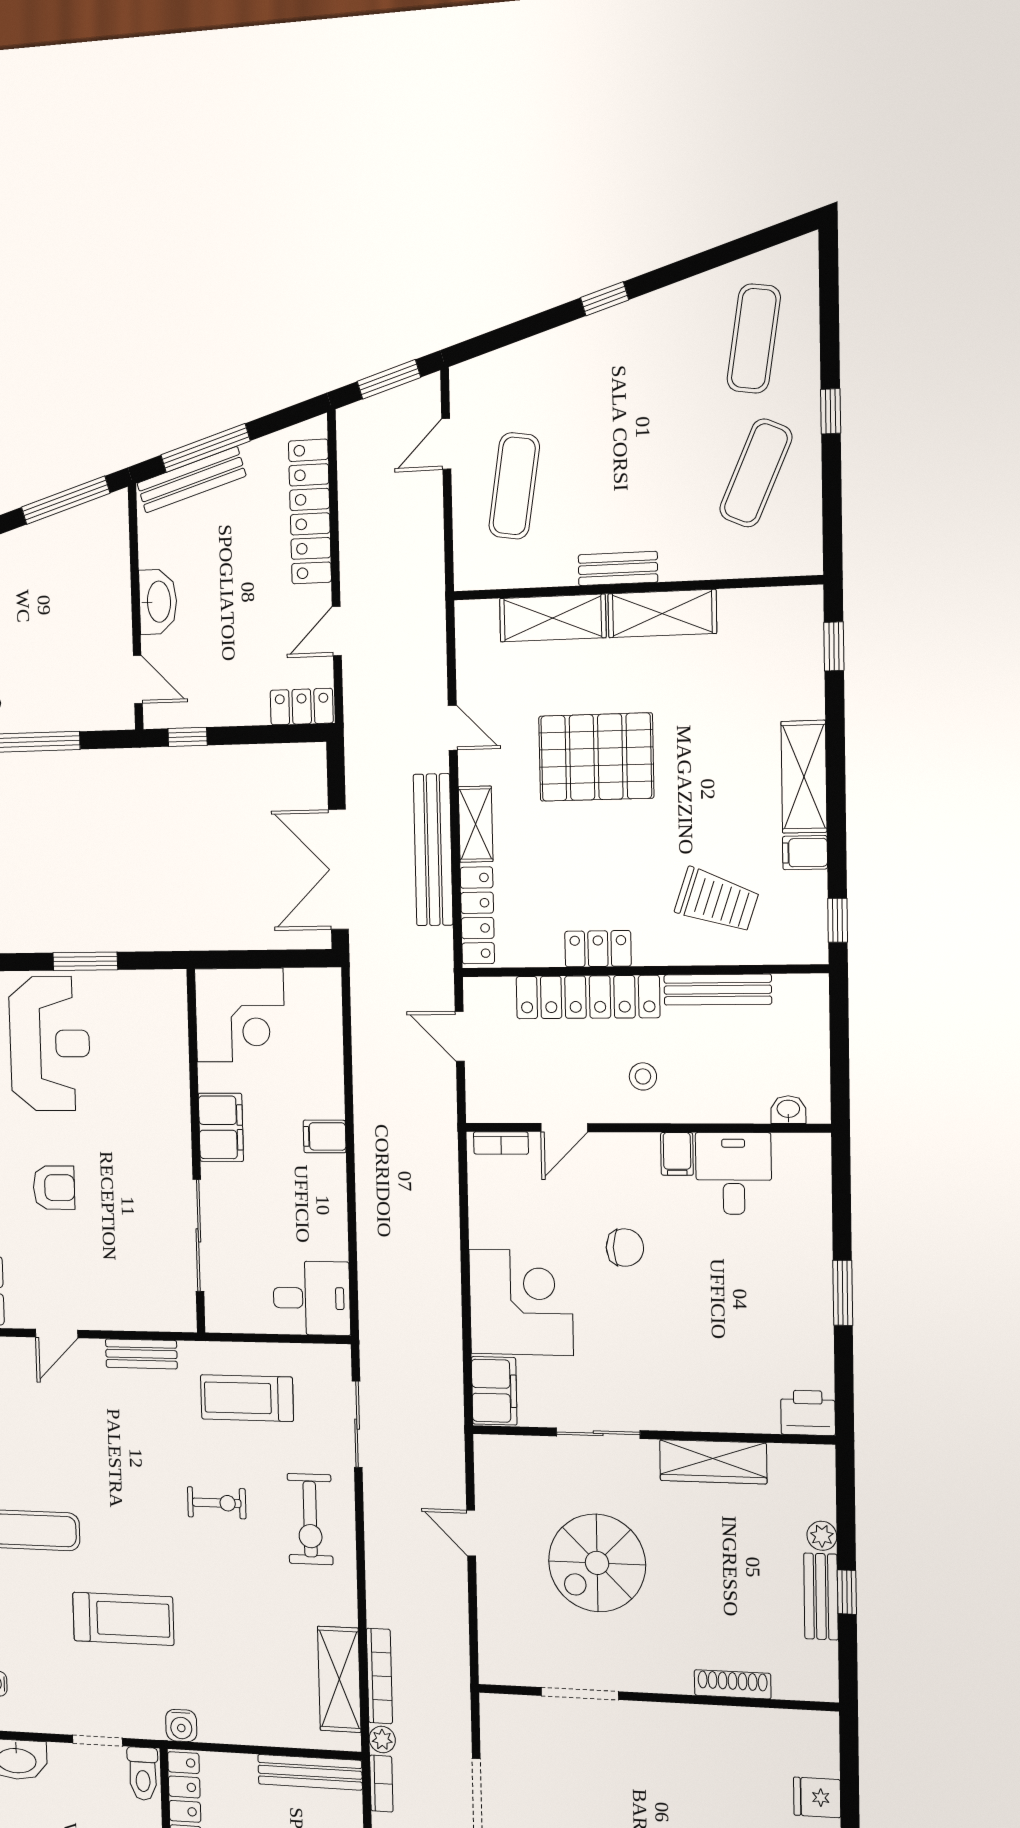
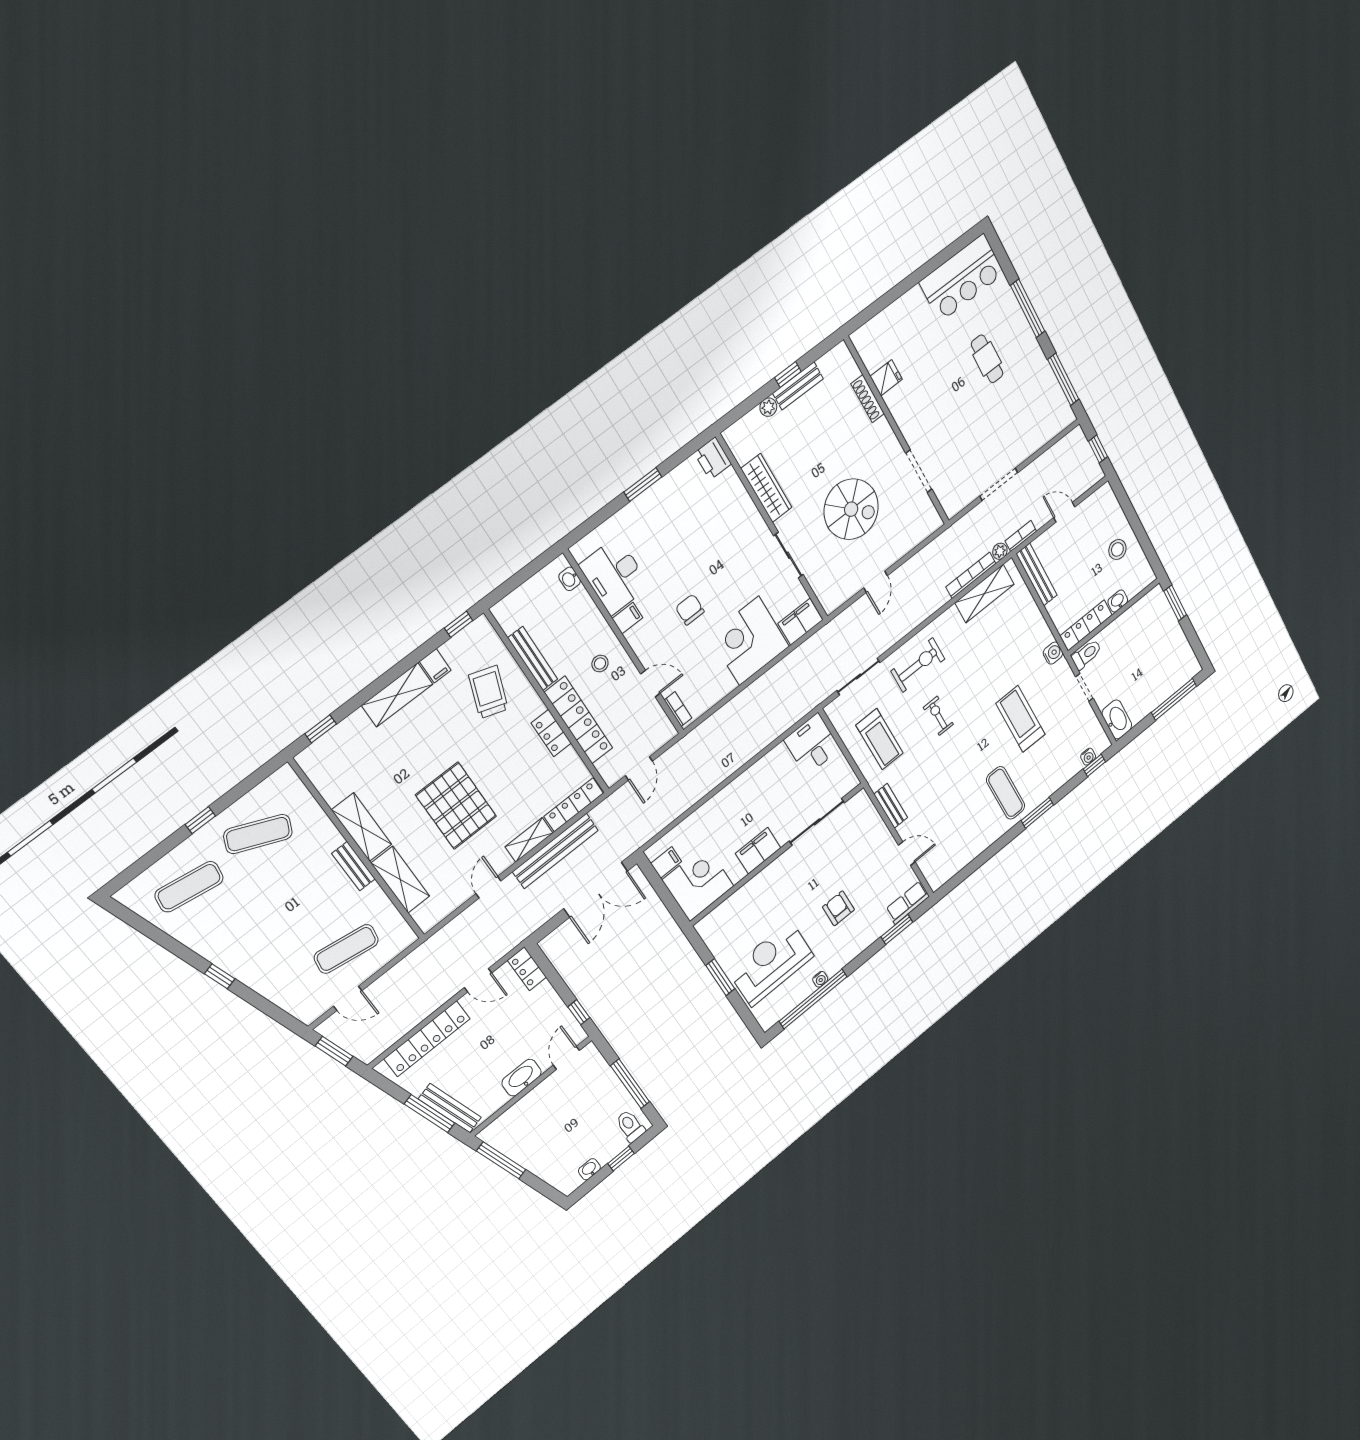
filing cabinet: (325, 1136) -> (666, 862), moved, turned -90
desk: (734, 1174) -> (614, 576), width x1.37
fridge: (817, 1797) -> (886, 378), moved, turned -90

